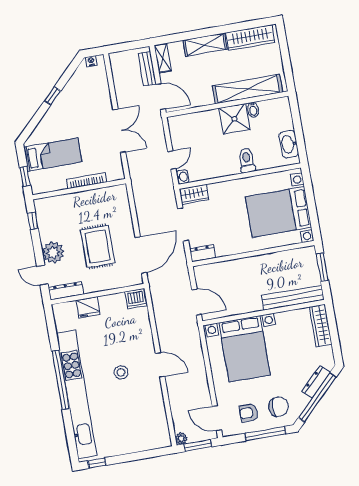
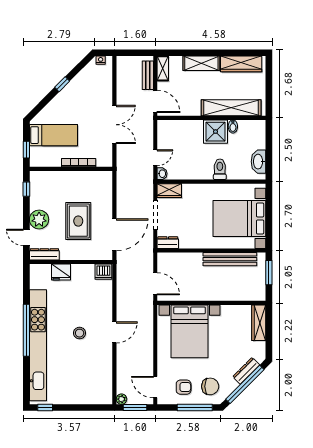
bench: (293, 297) -> (230, 259), moved
door: (160, 365) -> (114, 332), hinge flipped
armchair: (249, 413) -> (184, 387), turned 180

